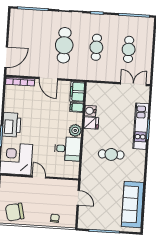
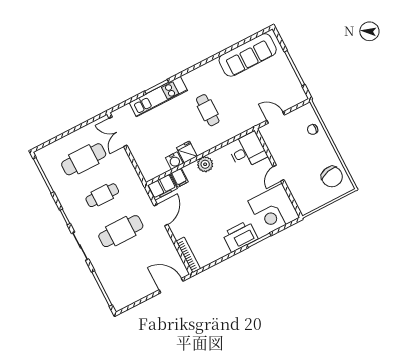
cafe table: (129, 49) -> (84, 159), width x1.37, depth x1.35
door: (48, 79) -> (161, 215), moved
desk: (68, 149) -> (247, 151), moved, turned 90
door: (78, 198) -> (276, 118), hinge flipped

